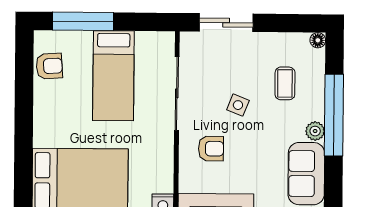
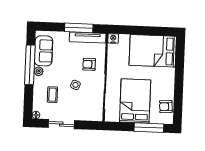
sliding door: (226, 23) -> (61, 124), moved
bed: (113, 76) -> (135, 101), width x1.50
window: (334, 115) -> (30, 65), moved

